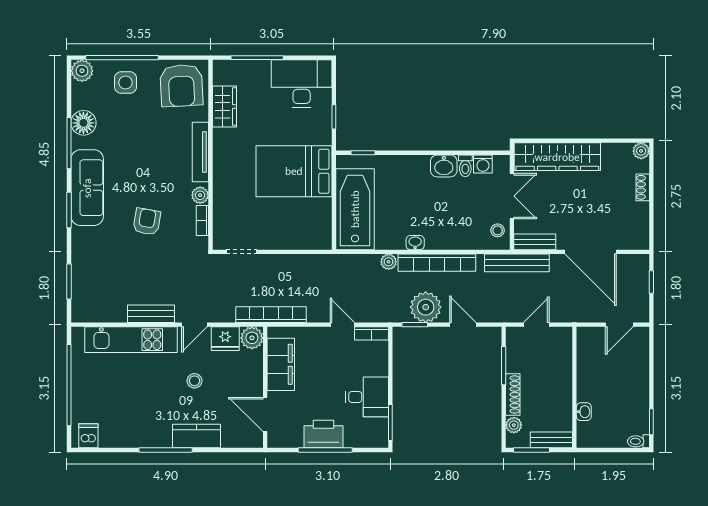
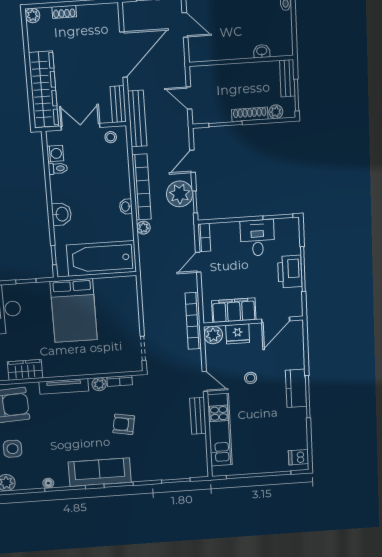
floor lamp: (83, 123) -> (48, 483), width x0.53, depth x0.53
washbasin: (444, 166) -> (62, 214), moved
fridge: (225, 339) -> (238, 334), moved, turned 90
kitchen counter: (196, 436) -> (296, 388), moved

